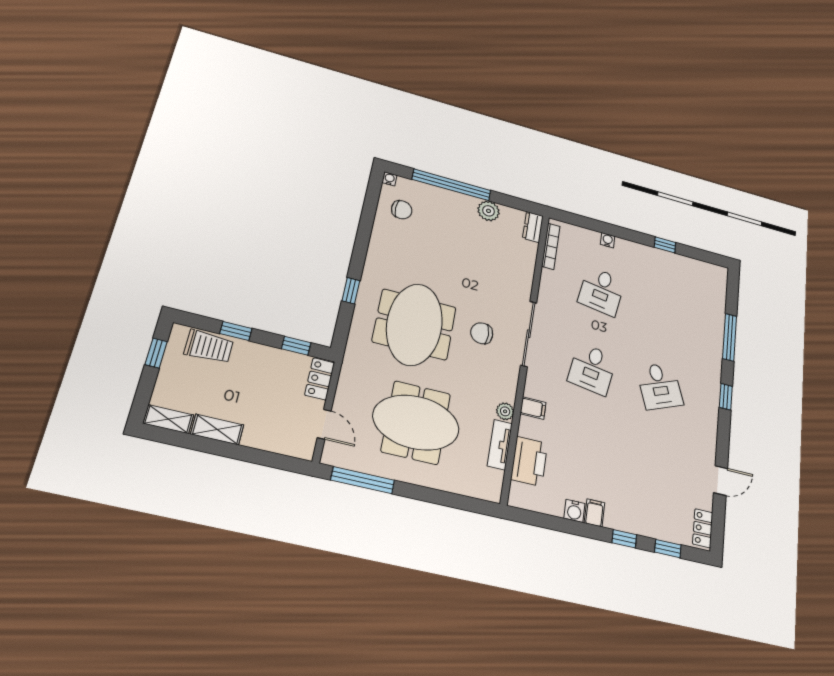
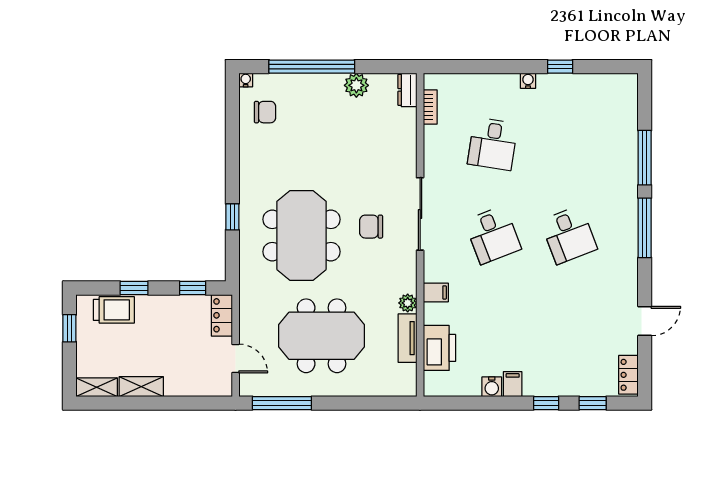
water cooler: (608, 240) -> (528, 81), moved
bookcase: (551, 246) -> (430, 107), width x0.64
desk: (592, 369) -> (493, 235), turned -30
window: (726, 397) -> (645, 228), width x2.17

